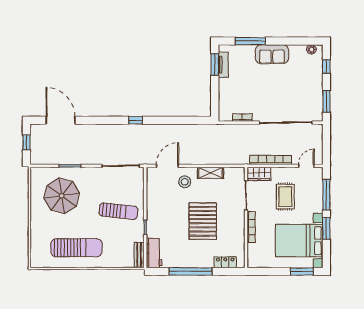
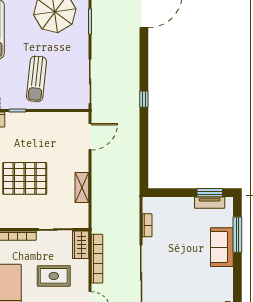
sofa: (272, 54) -> (222, 247), moved
door: (167, 166) -> (90, 137), hinge flipped
stool: (185, 182) -> (71, 157), removed

